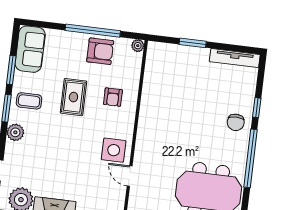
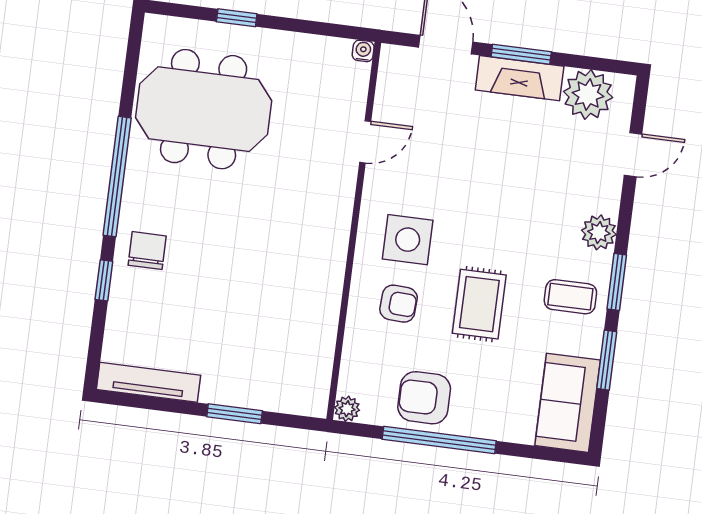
armchair: (113, 97) -> (399, 304), turned 93
side table: (114, 150) -> (408, 240), moved
door: (130, 176) -> (365, 142), hinge flipped

